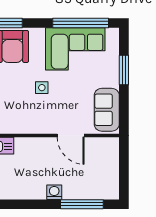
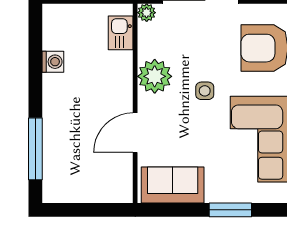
plant: (32, 122) -> (155, 76), added
washing machine: (54, 192) -> (53, 62), moved

